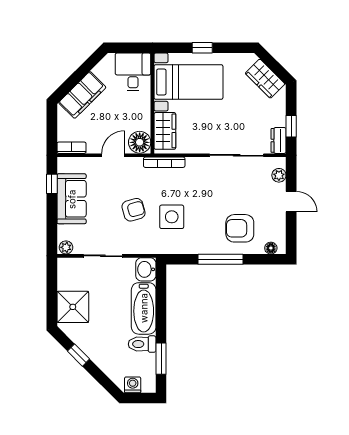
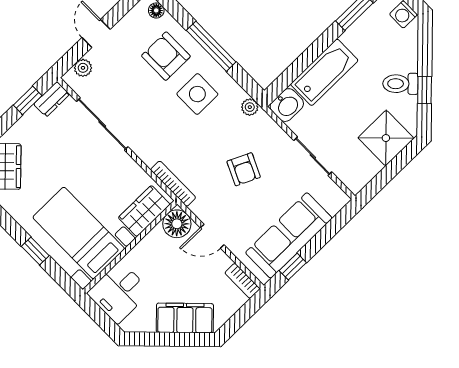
sofa: (72, 199) -> (289, 235), width x1.36
armchair: (134, 210) -> (244, 169), turned -139
side table: (172, 217) -> (197, 94), moved
armchair: (240, 228) -> (166, 56), turned 180
plant: (66, 247) -> (250, 107), moved
toilet: (142, 344) -> (400, 84), moved, turned 135

